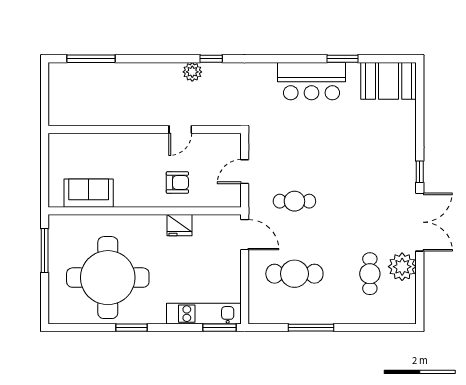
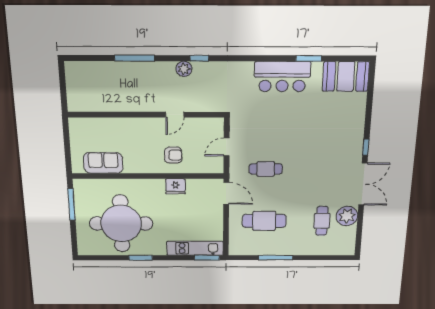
window: (91, 59) -> (135, 58), moved

